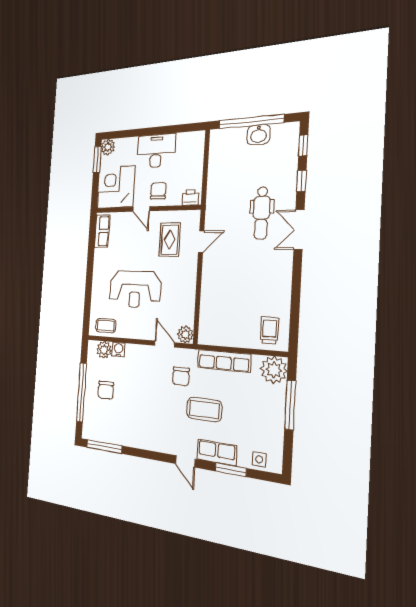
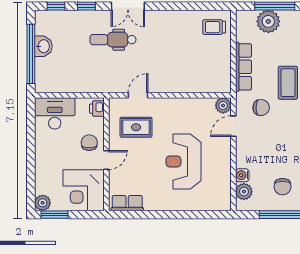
desk: (156, 151) -> (55, 113), moved, turned 90
chair: (158, 191) -> (89, 143), turned 90
dental chair: (261, 213) -> (113, 40), turned 180
door: (201, 242) -> (138, 95), hinge flipped
reception desk: (135, 289) -> (184, 161), turned 180
coffee table: (106, 326) -> (220, 191), removed
plant: (274, 370) -> (268, 21), moved
chair: (106, 390) -> (283, 187), turned 90

